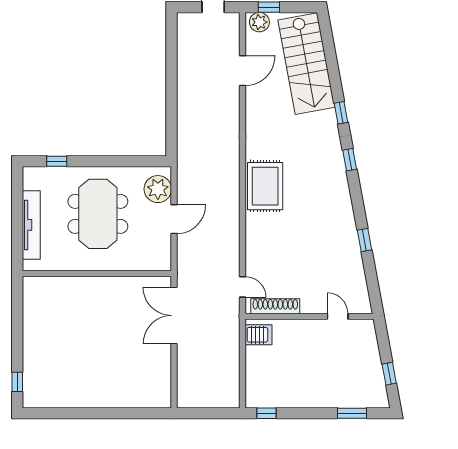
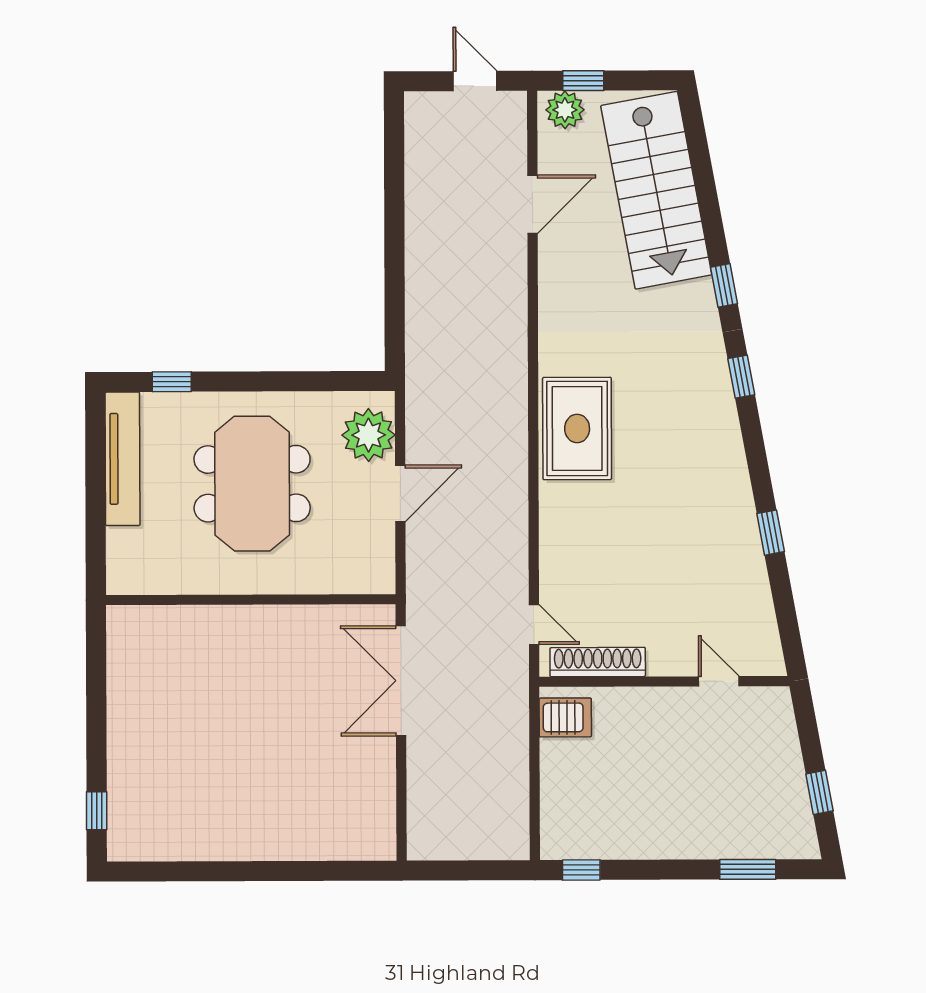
tv unit: (31, 225) -> (122, 459), moved

